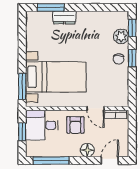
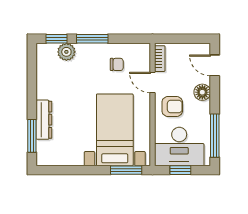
dresser: (64, 18) -> (44, 120), width x1.44
window: (132, 58) -> (92, 39), width x1.50
chair: (119, 59) -> (117, 64), moved
door: (95, 108) -> (152, 83), swing flipped
desk: (42, 125) -> (179, 146), width x1.37

